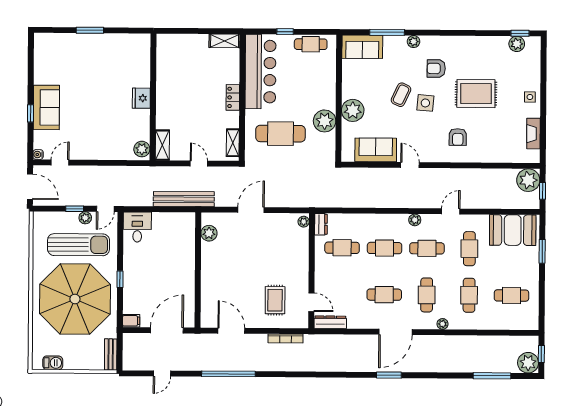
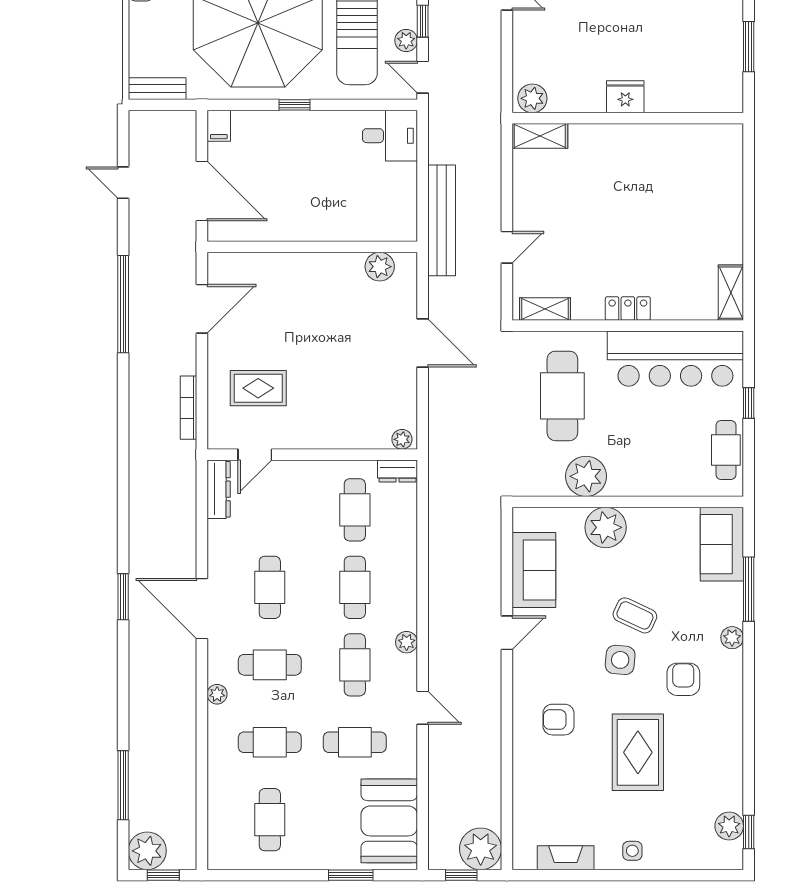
wall: (153, 97) -> (628, 118), moved
fridge: (141, 98) -> (625, 97), moved
shelving: (162, 145) -> (540, 136), moved
plant: (142, 149) -> (532, 98), moved

